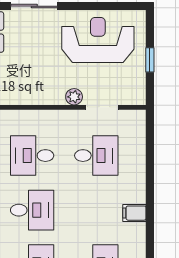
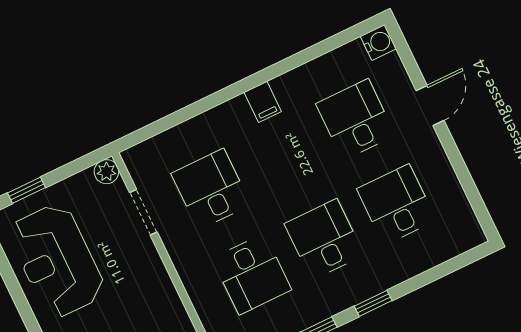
window: (150, 60) -> (26, 190), moved
plant: (74, 97) -> (106, 172), moved

